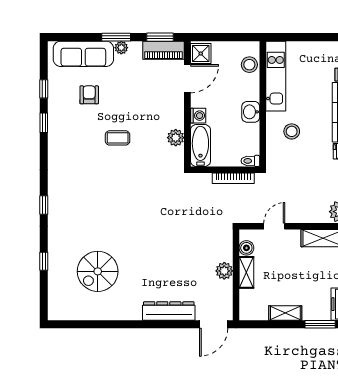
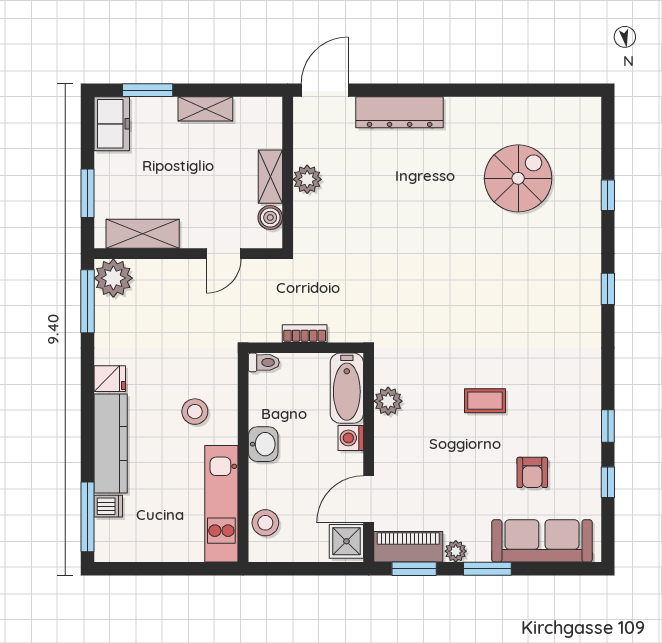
plant: (121, 48) -> (456, 551), moved
bookcase: (233, 178) -> (305, 334), width x0.64

